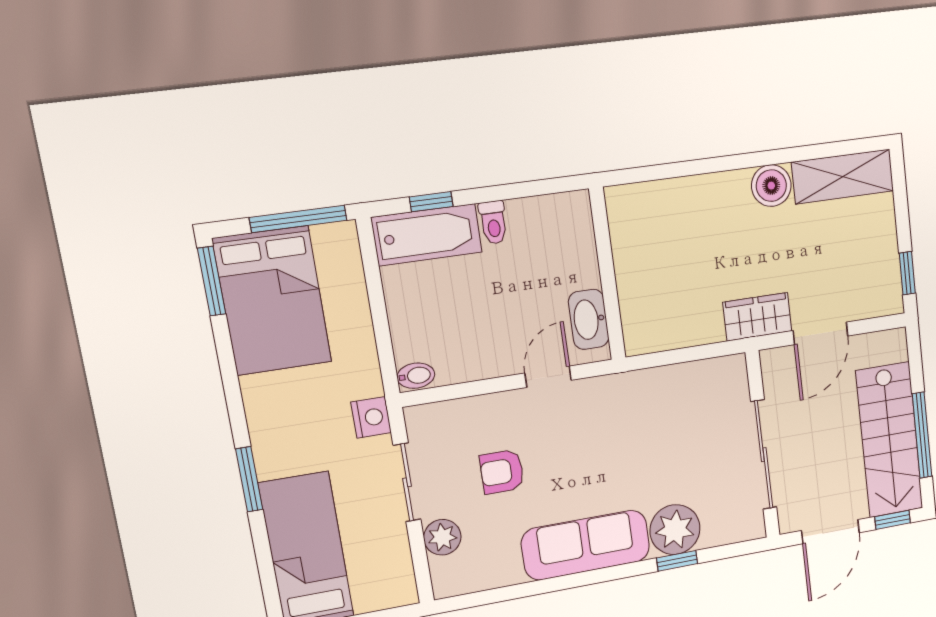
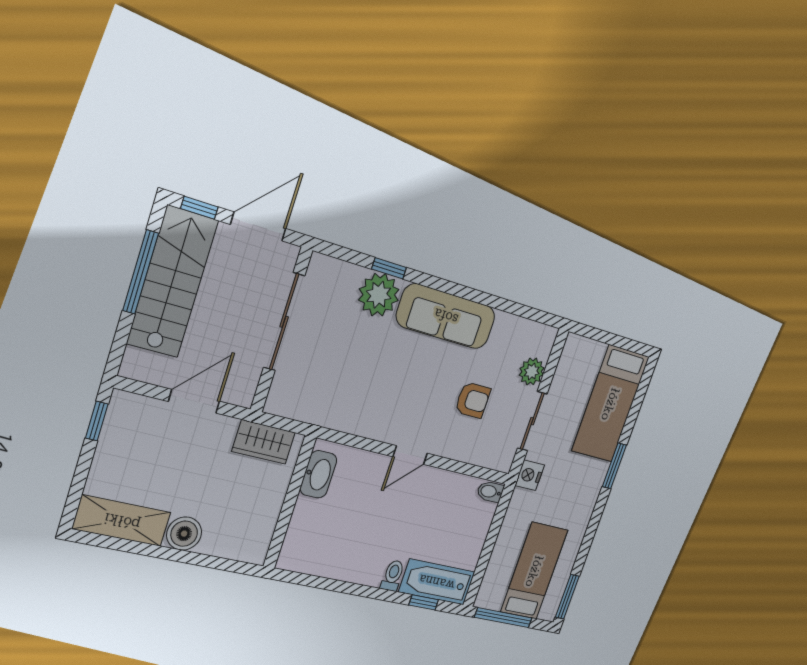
wall: (607, 274) -> (290, 502), moved
bed: (272, 301) -> (534, 571), width x0.67
wardrobe: (757, 317) -> (264, 442), moved
washbasin: (589, 319) -> (318, 474), moved

